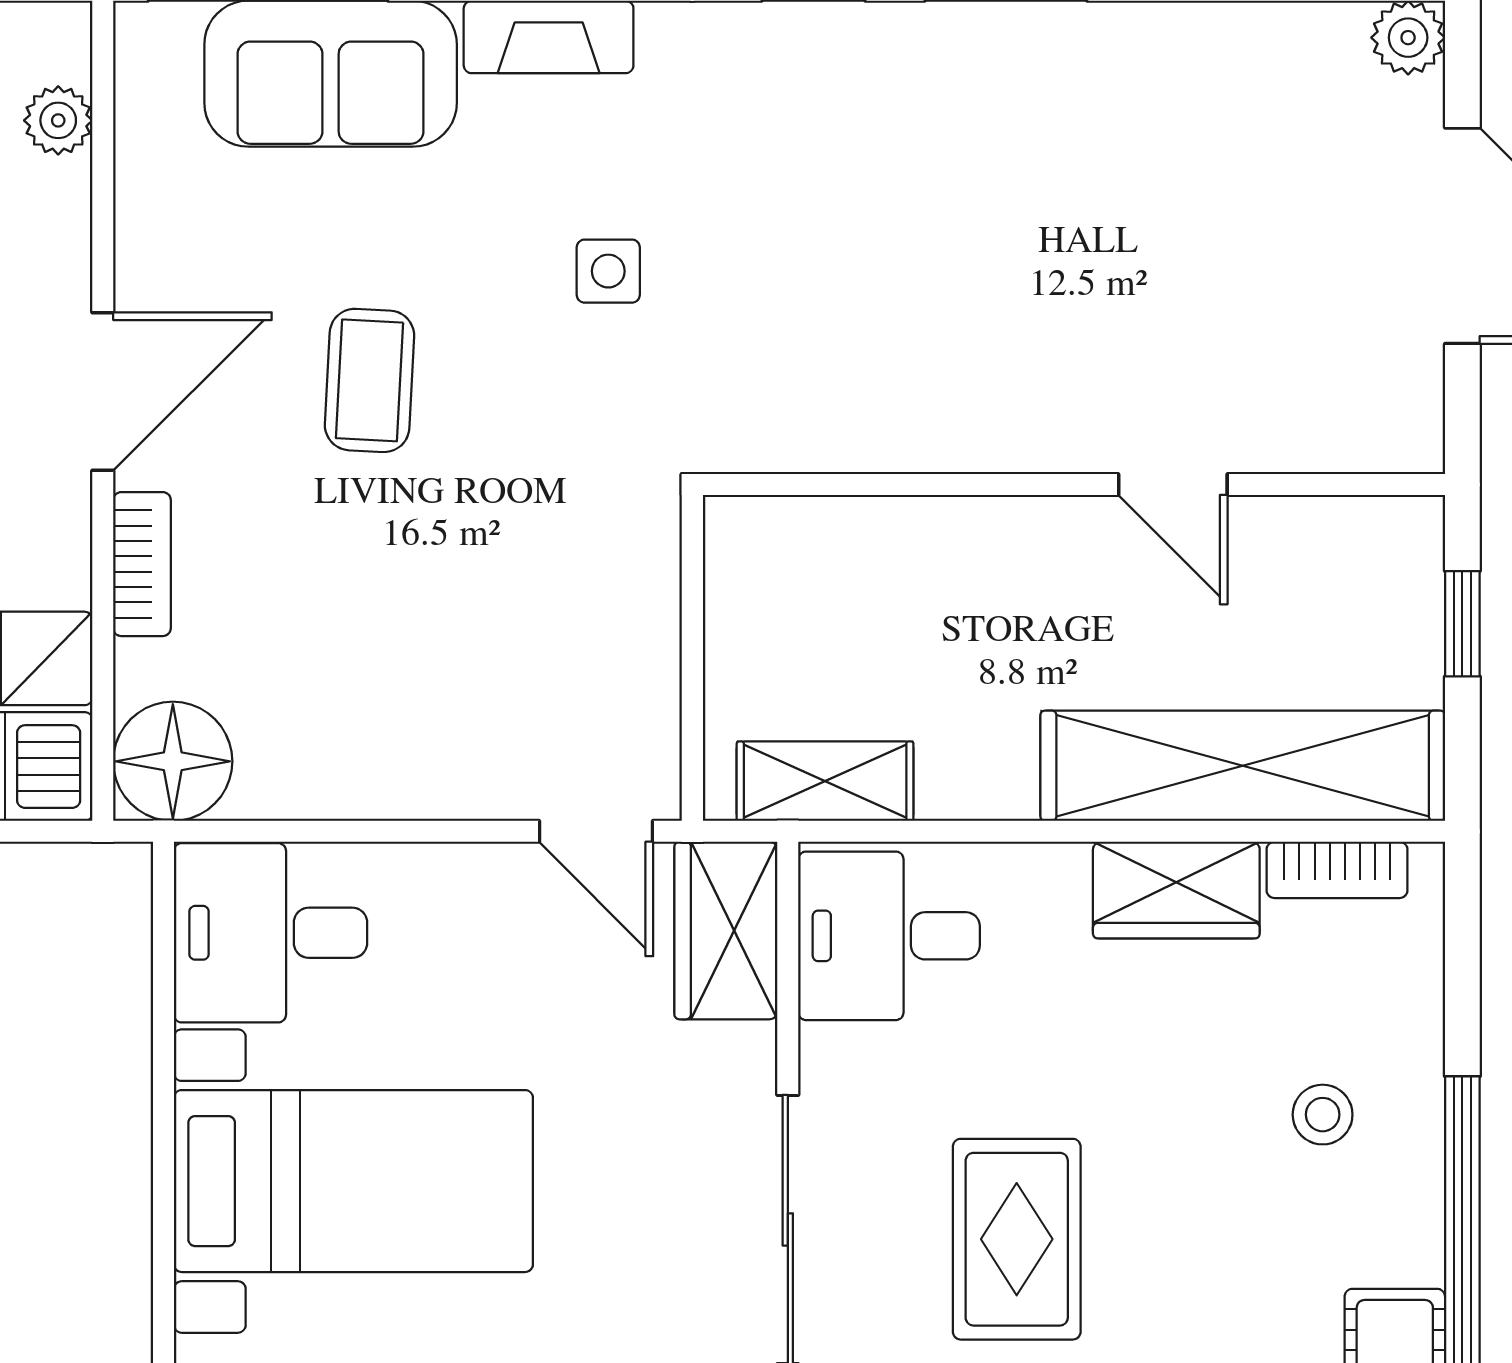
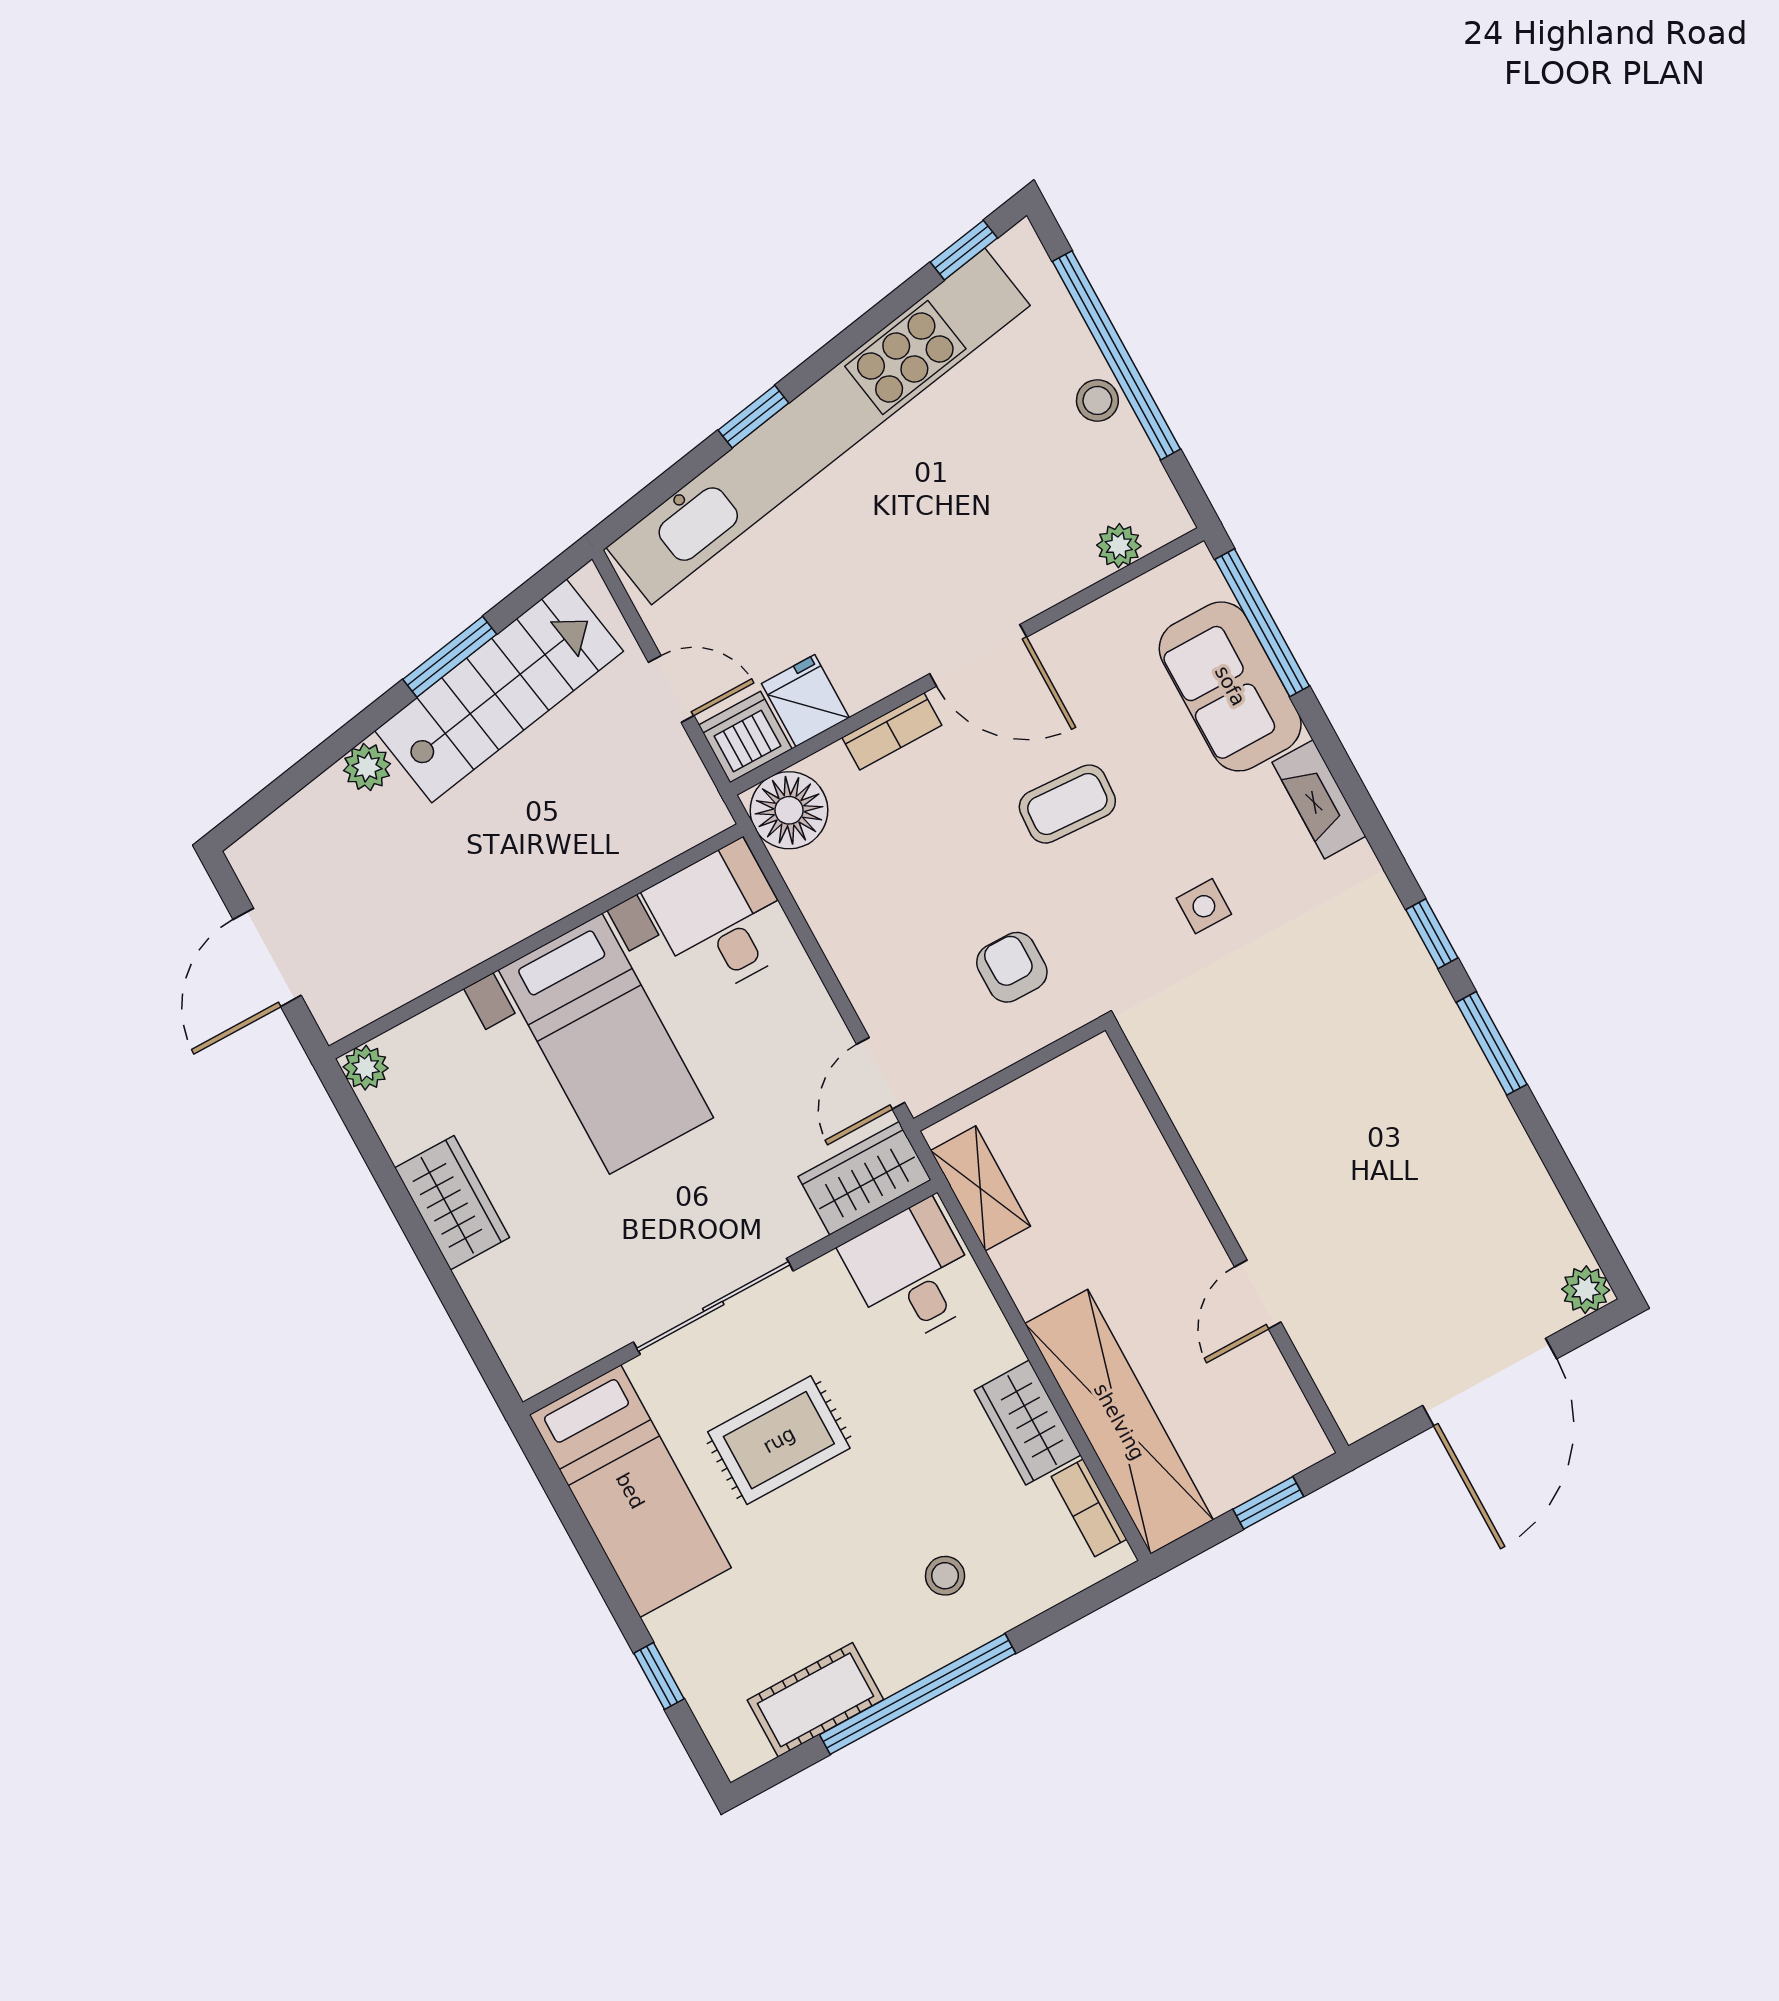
armchair: (549, 576) -> (1012, 967), added

